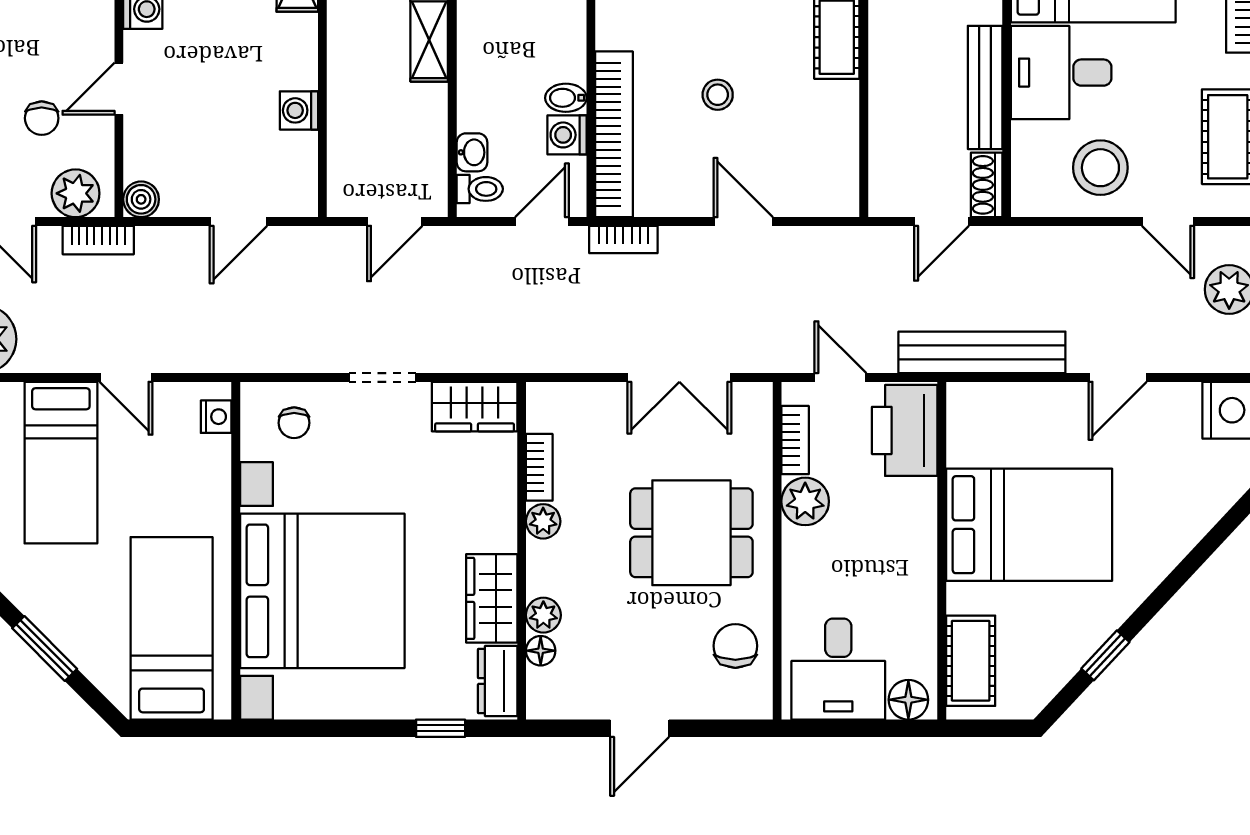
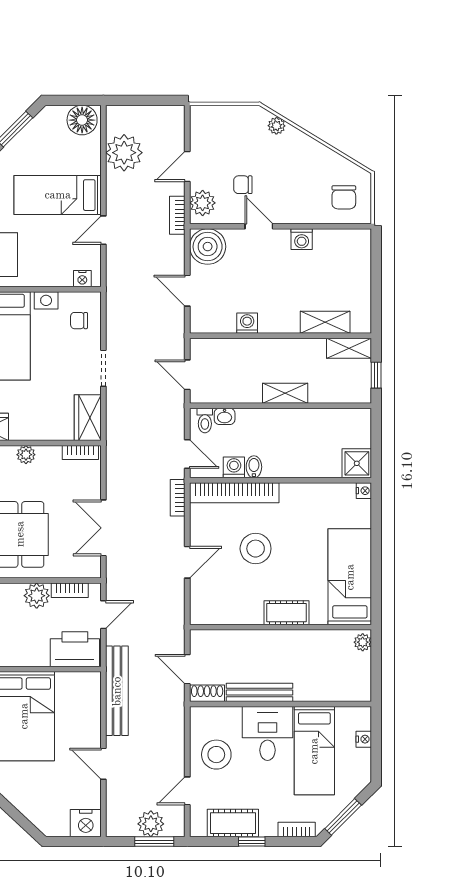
stool: (718, 95) -> (256, 549), width x1.89, depth x1.89
boiler: (141, 199) -> (208, 247), width x1.86, depth x1.86
bookcase: (539, 467) -> (80, 453), moved

